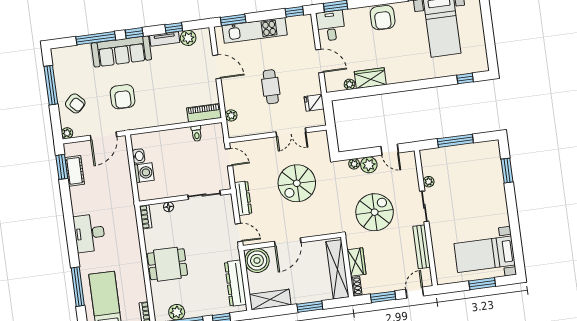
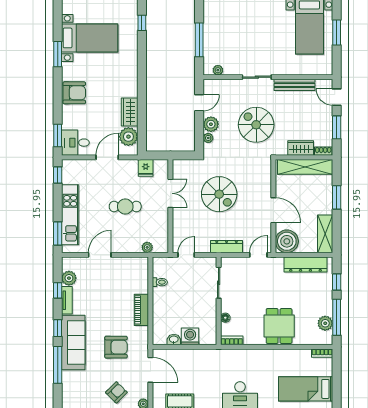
plant: (350, 84) -> (128, 137), width x1.87, depth x1.87
piano: (204, 113) -> (141, 310), moved
plant: (429, 182) -> (218, 70), moved

